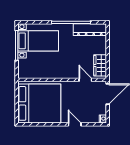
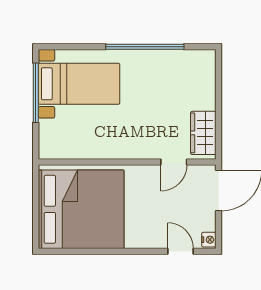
dresser: (90, 30) -> (183, 61), removed
door: (85, 80) -> (174, 162), swing flipped
door: (75, 124) -> (180, 251), moved

